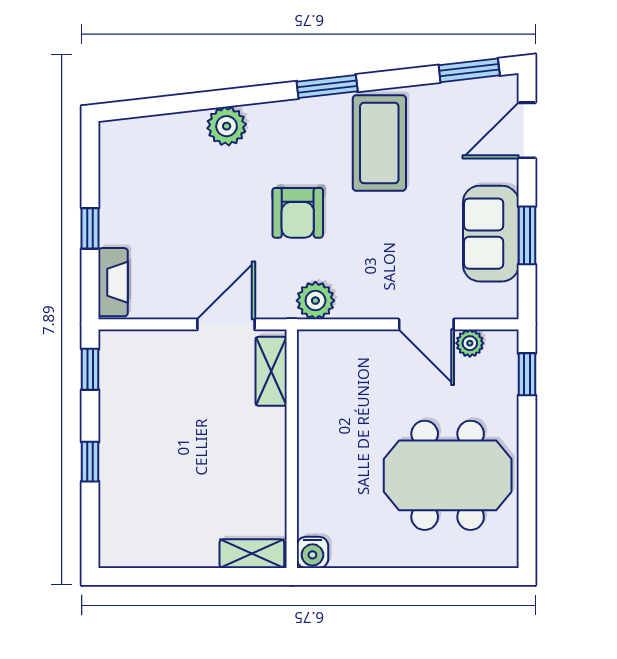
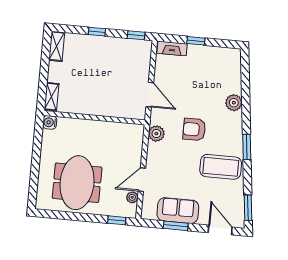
shelving: (271, 371) -> (57, 46), moved, turned 90

